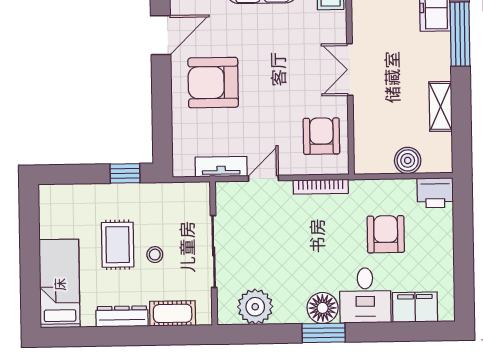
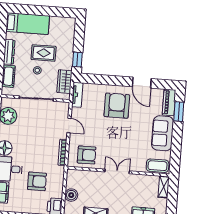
tv unit: (221, 167) -> (77, 95), moved
wardrobe: (173, 196) -> (64, 82), added

